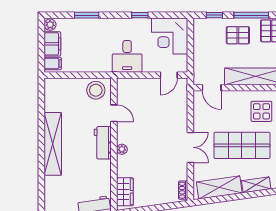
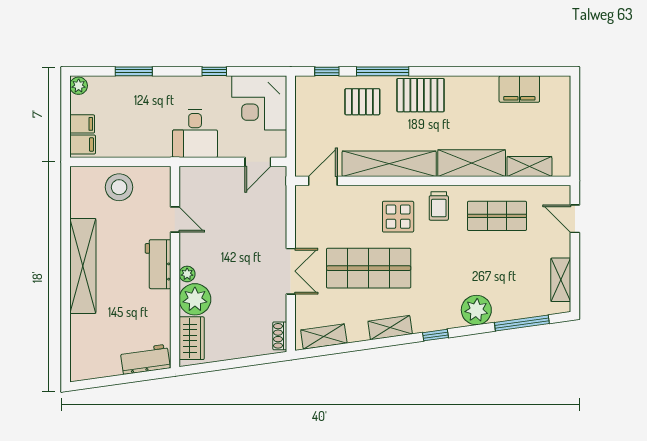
filing cabinet: (52, 44) -> (82, 124), width x0.50
door: (212, 88) -> (323, 181), swing flipped
stool: (96, 90) -> (119, 187), moved
plant: (127, 166) -> (195, 299), added
shelving: (219, 187) -> (324, 337), width x0.67, depth x0.75

